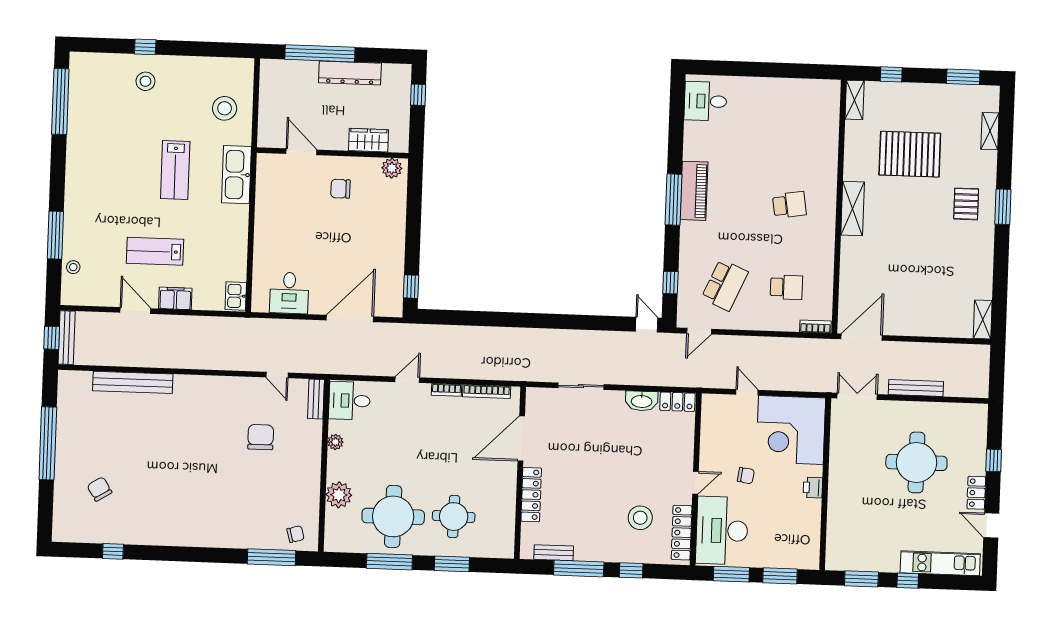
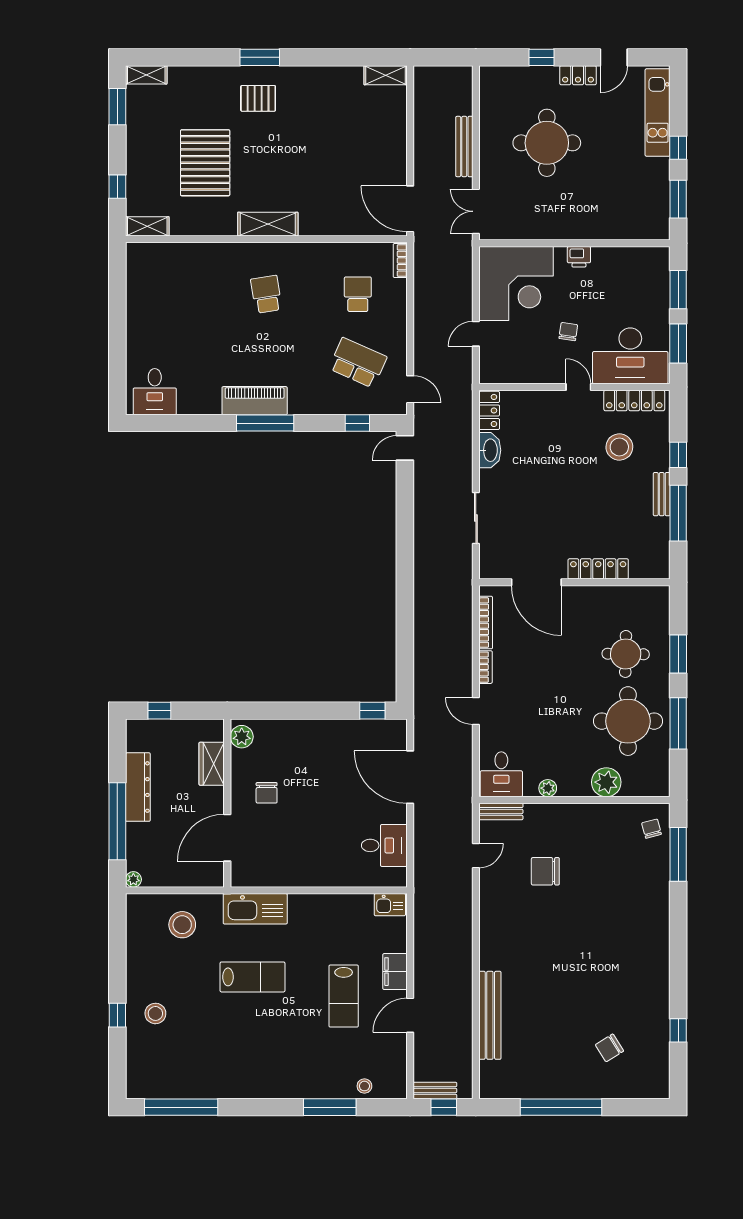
plant: (267, 66) -> (133, 879), added
shelving: (990, 131) -> (146, 75), moved
door: (301, 152) -> (227, 838), width x1.36
bench: (67, 338) -> (435, 1091), width x0.73
bench: (554, 553) -> (662, 494), moved

